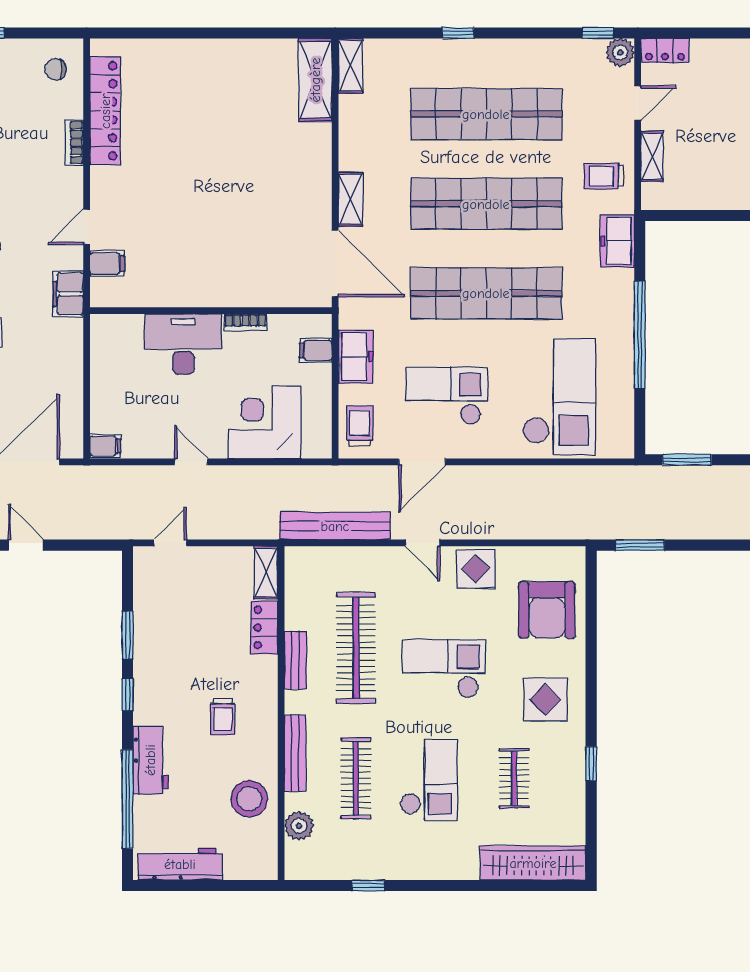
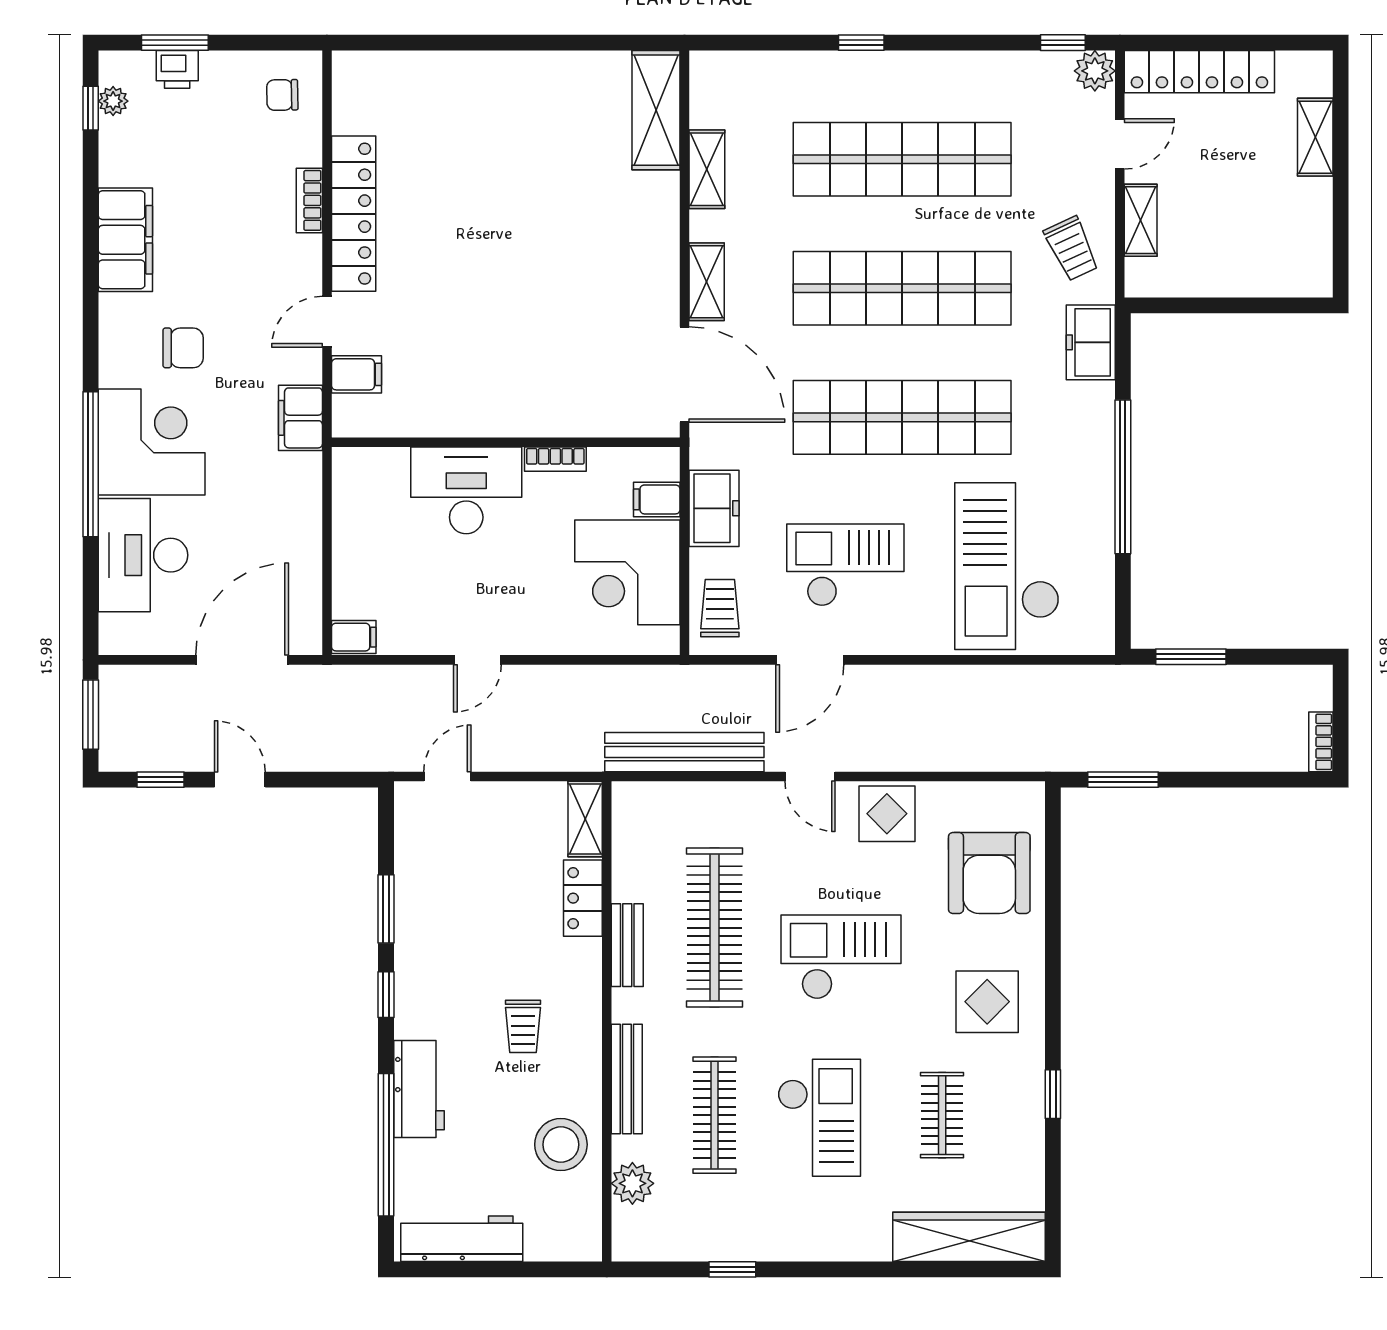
locker: (665, 51) -> (1199, 72), width x2.16, depth x1.21
shelving: (351, 66) -> (707, 169), moved
locker: (105, 111) -> (354, 214), moved
trolley: (604, 176) -> (1071, 249), turned -115
checkout: (559, 397) -> (1007, 566), turned 180
corner desk: (265, 422) -> (627, 572), moved, turned -90
door: (191, 462) -> (477, 660), swing flipped

